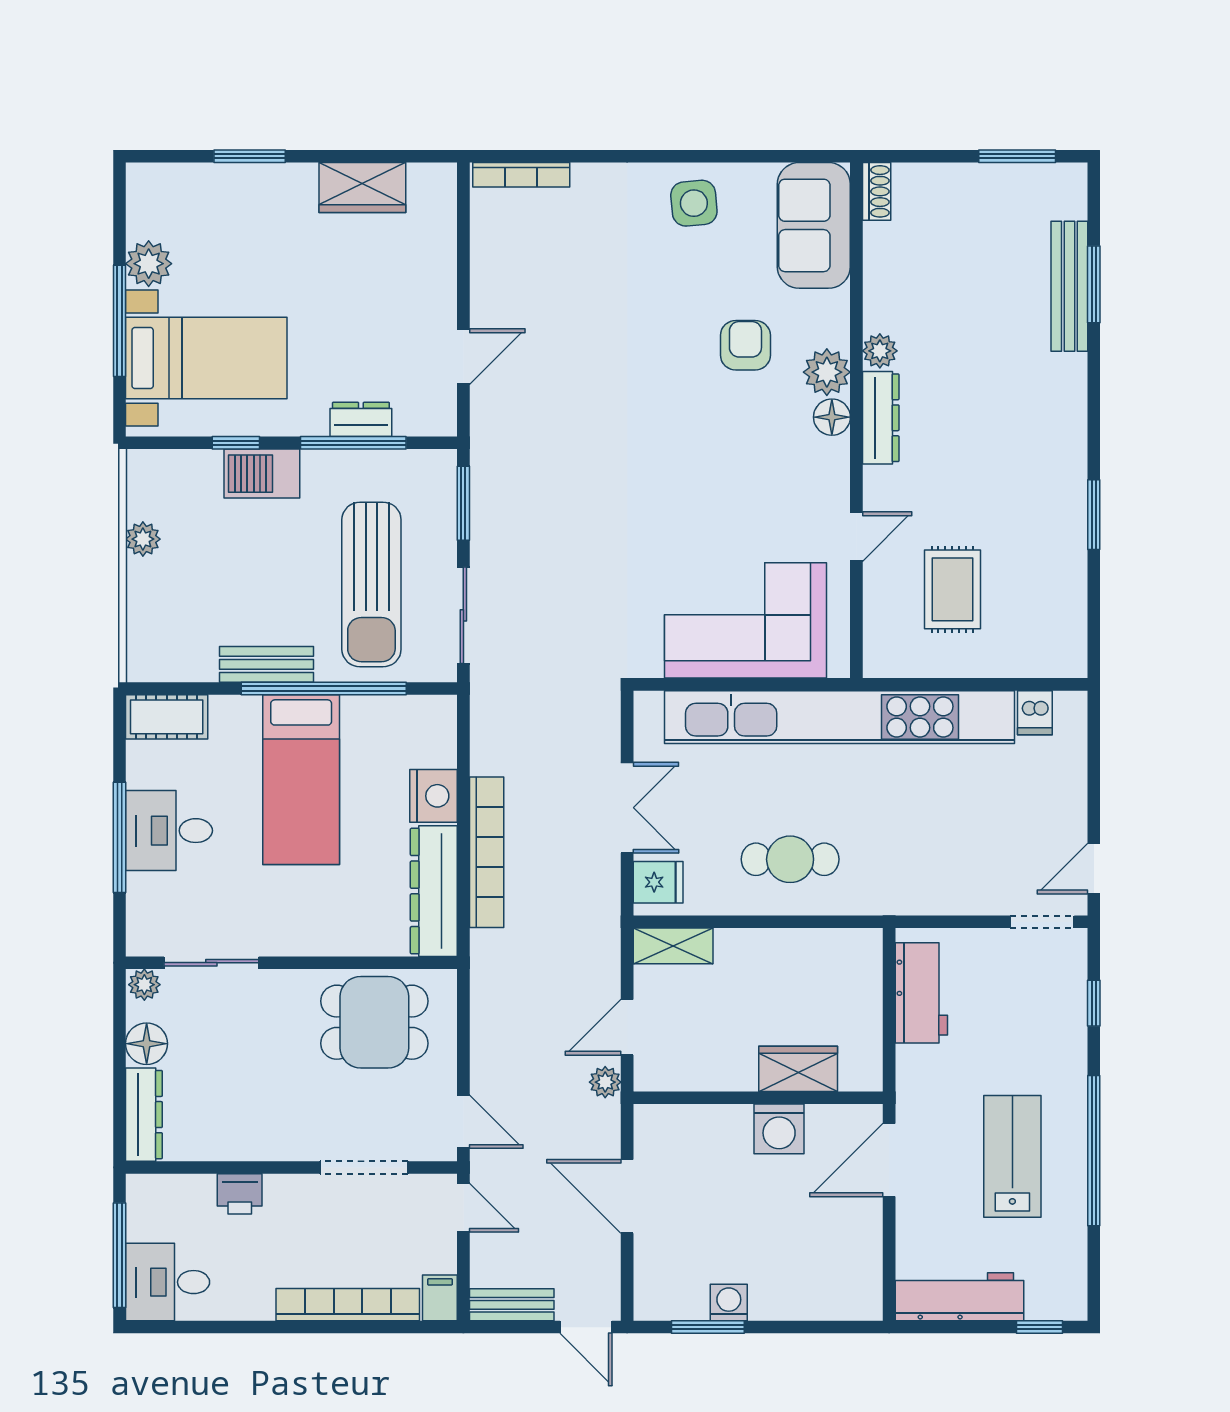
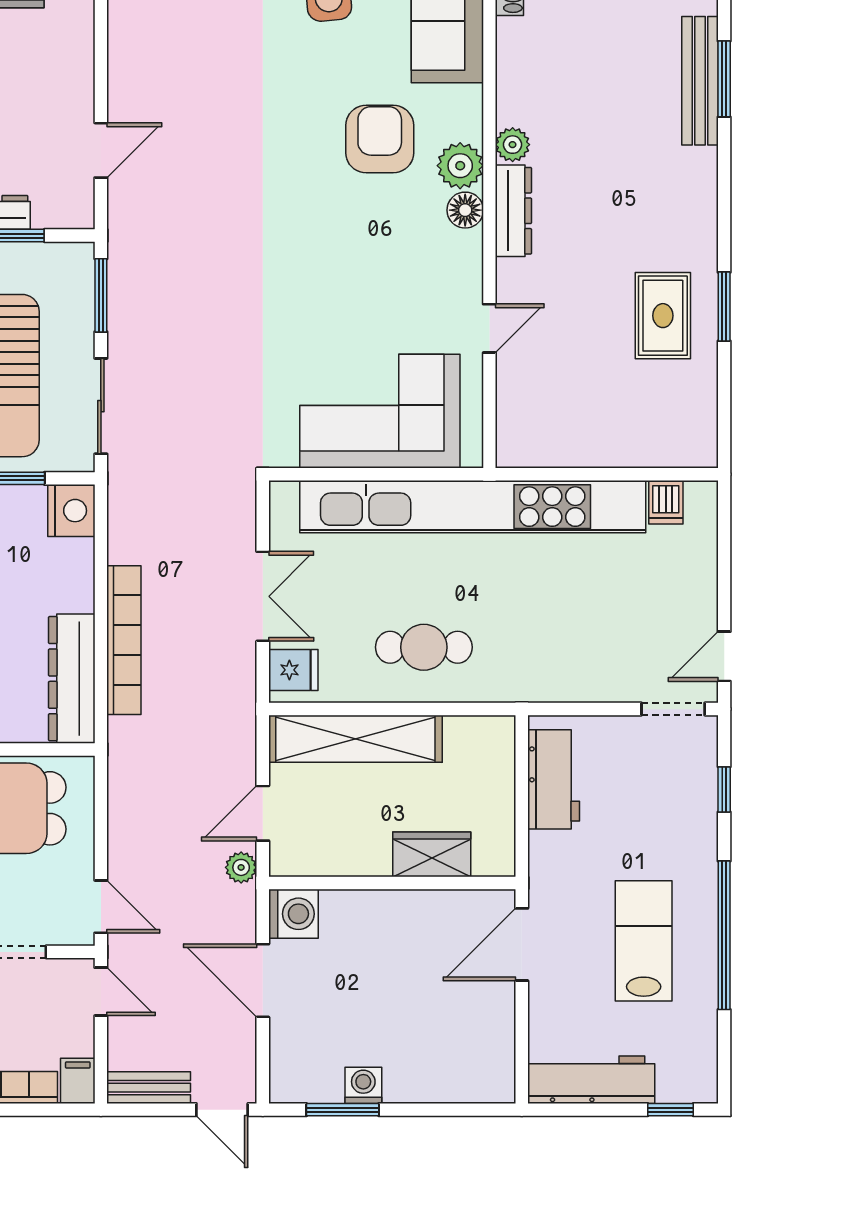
armchair: (745, 345) -> (380, 139), width x1.38, depth x1.38
rug: (952, 589) -> (663, 316), moved
nightstand: (434, 796) -> (71, 511), moved
shelving: (673, 946) -> (355, 739), width x2.20, depth x1.33
washing machine: (779, 1129) -> (293, 914), moved, turned -90

